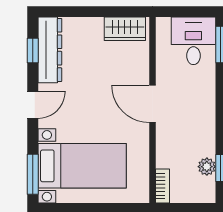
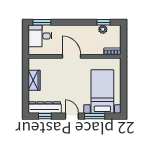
wardrobe: (125, 29) -> (34, 80), moved
door: (153, 104) -> (72, 56), swing flipped
window: (33, 174) -> (95, 116), moved

